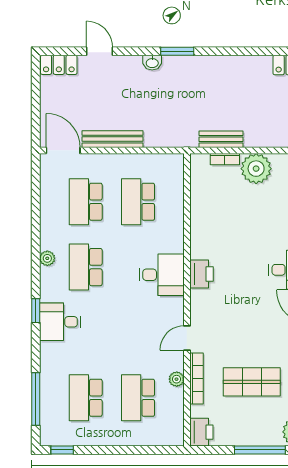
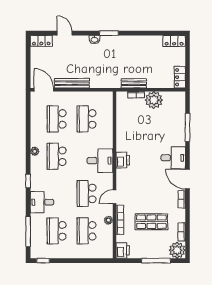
desk: (60, 322) -> (42, 202), moved
school desk: (138, 332) -> (87, 194), added

